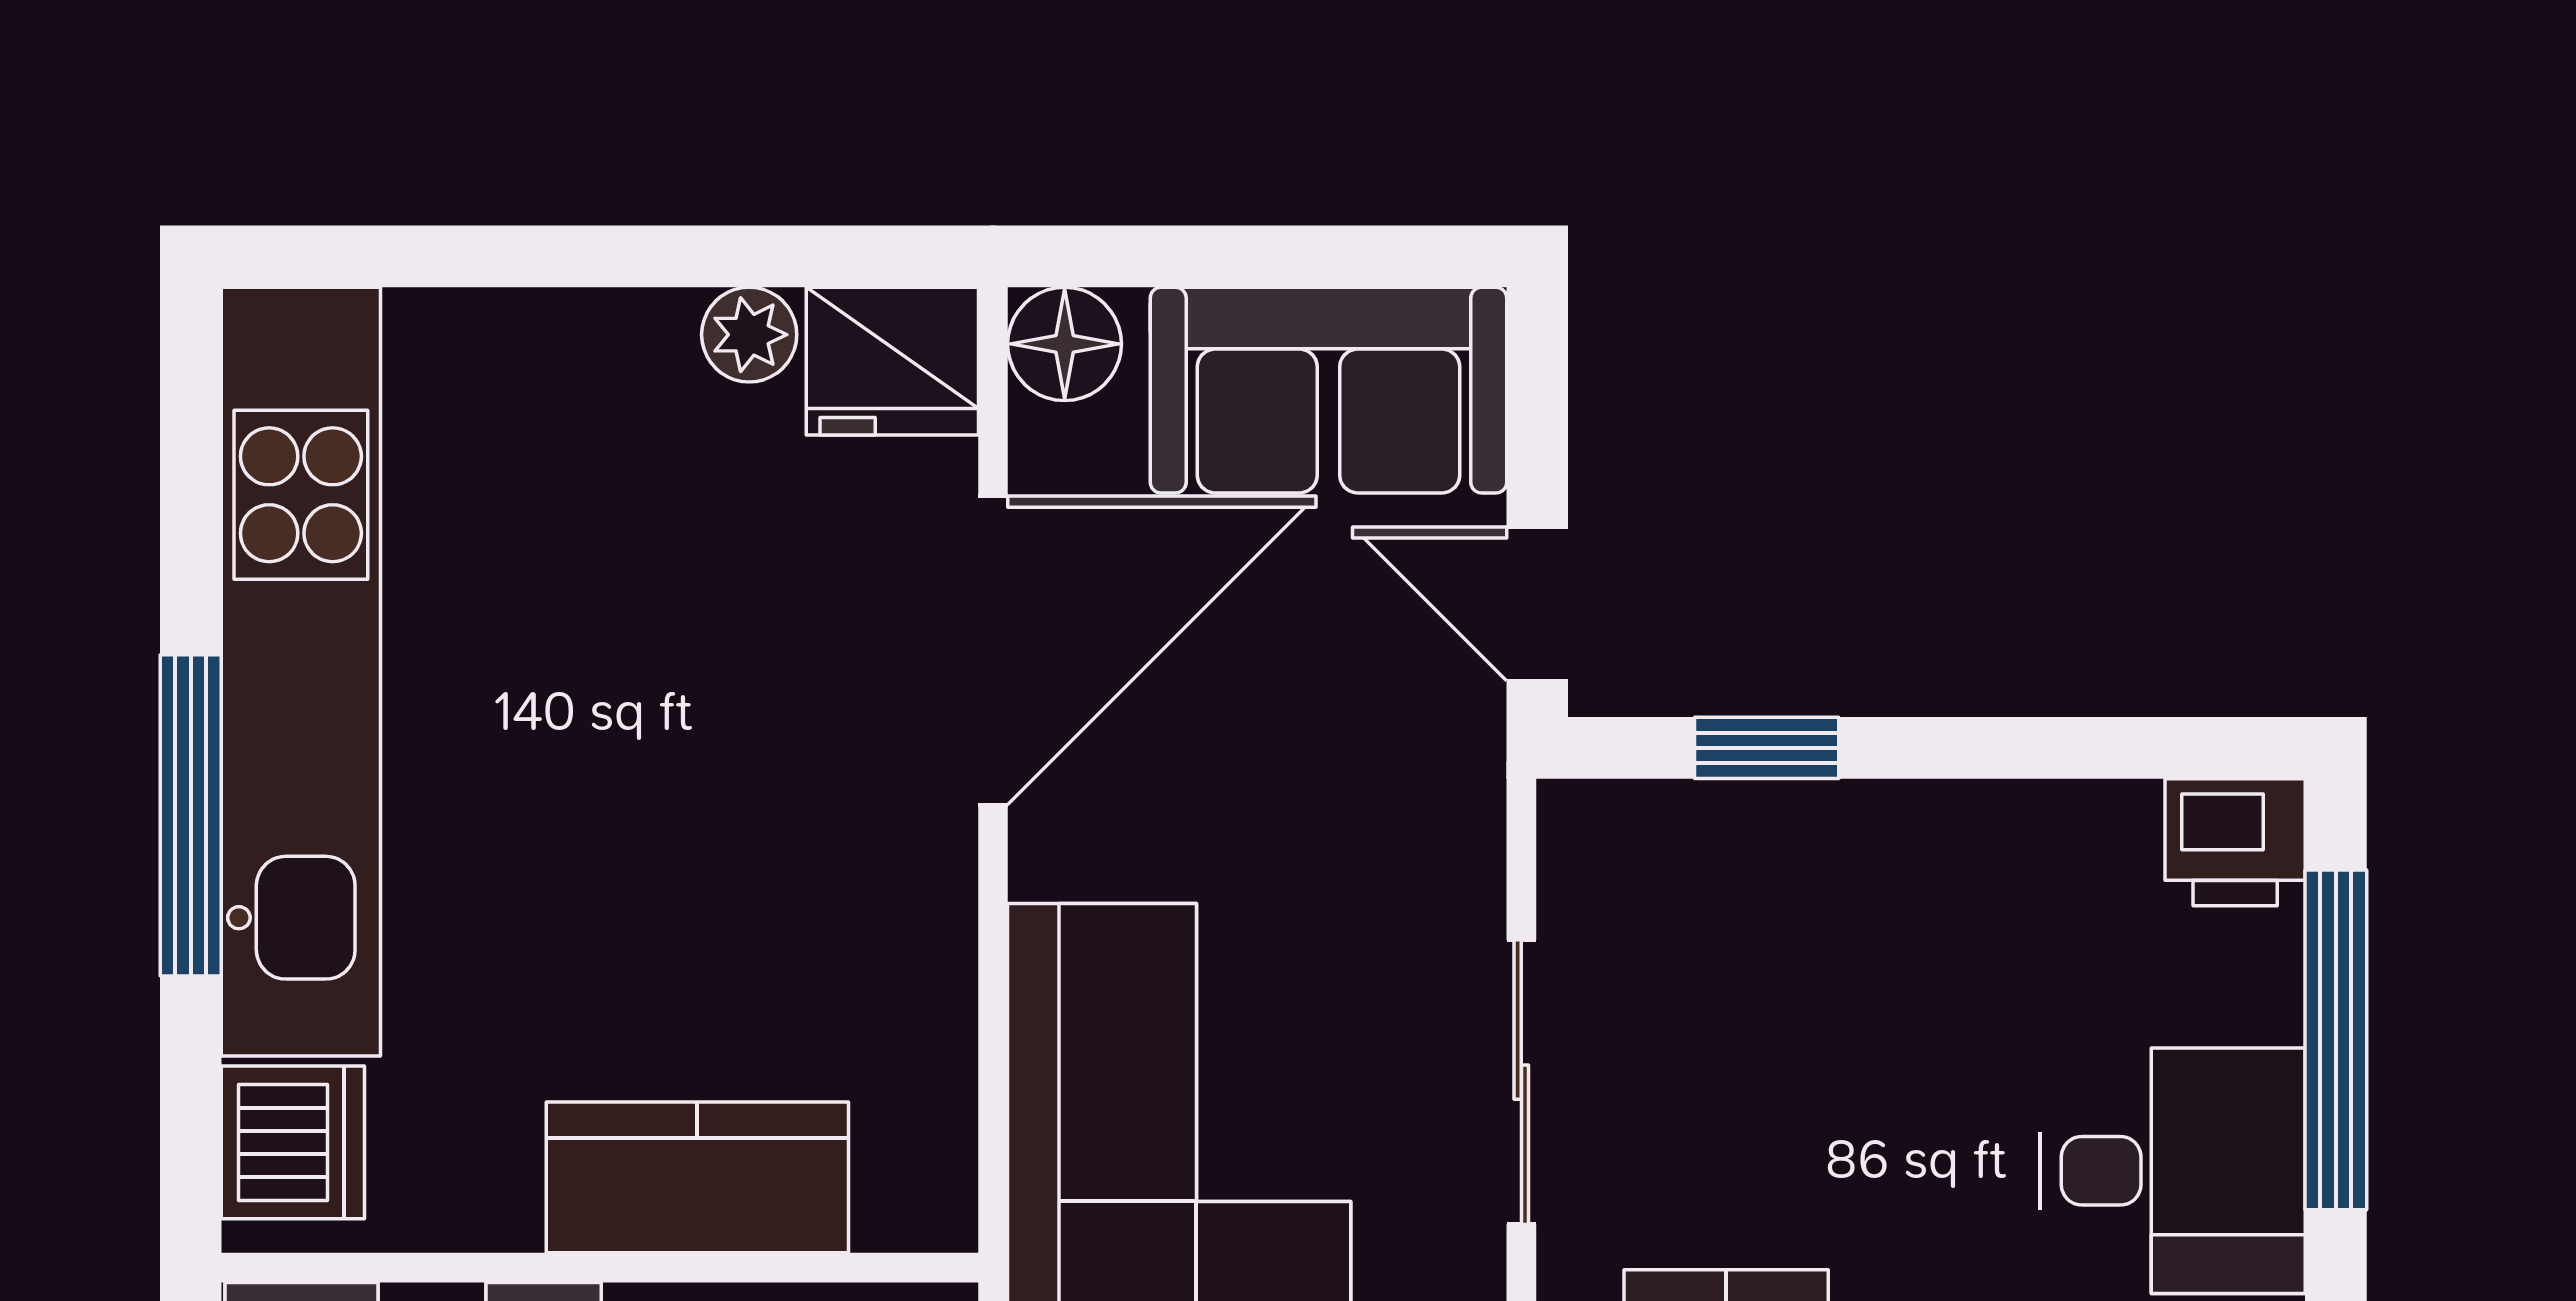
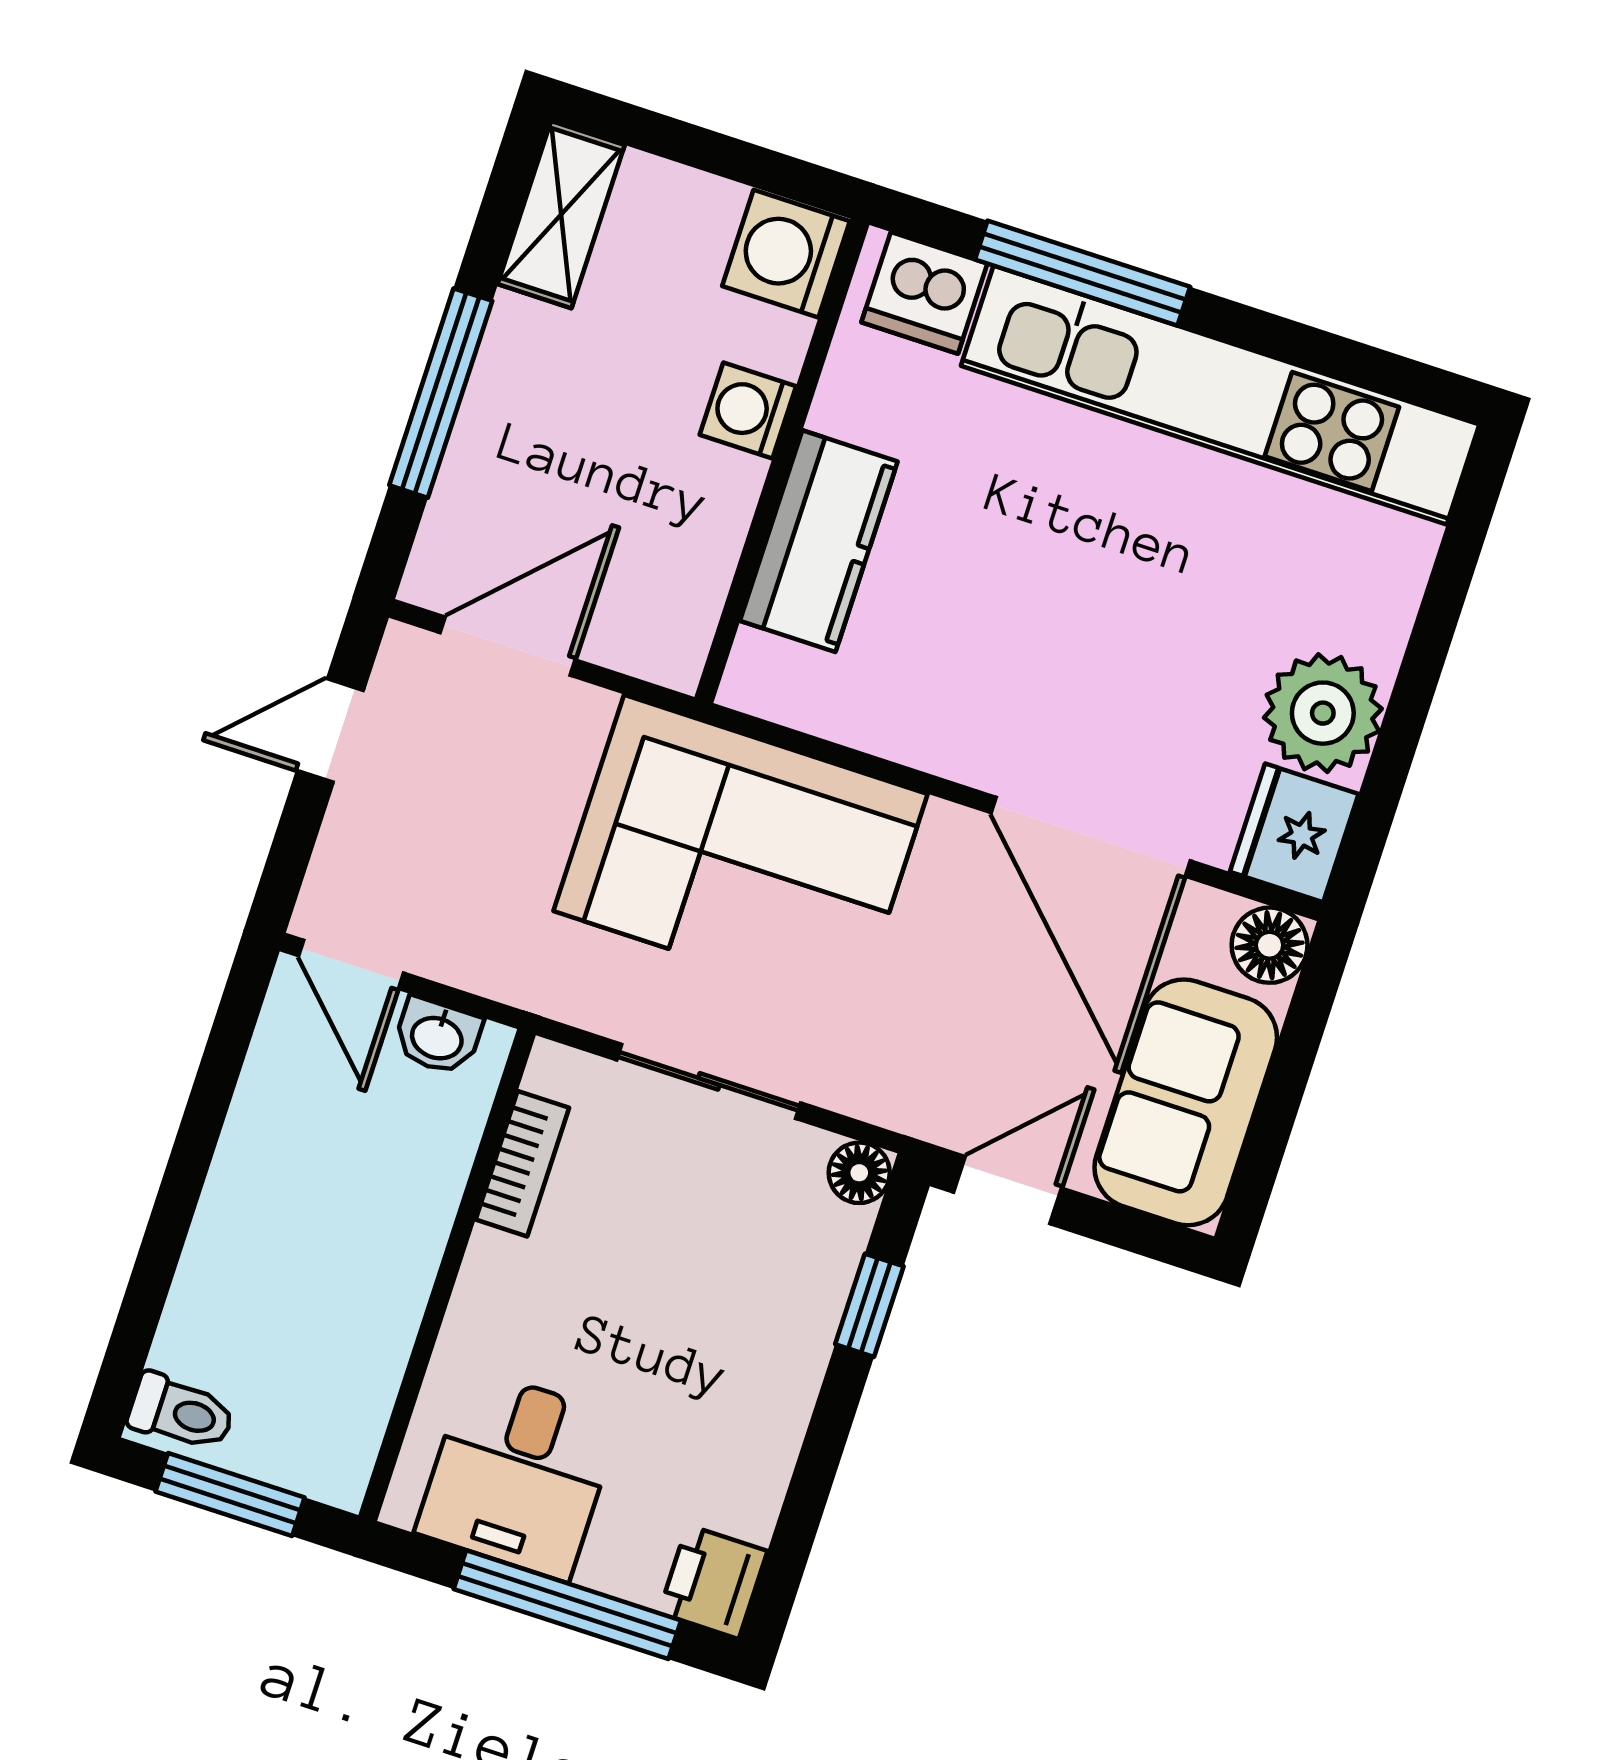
plant: (749, 335) -> (1323, 713), width x1.87, depth x1.87
window: (191, 815) -> (1083, 273), moved
floor lamp: (1582, 824) -> (859, 1173), added

